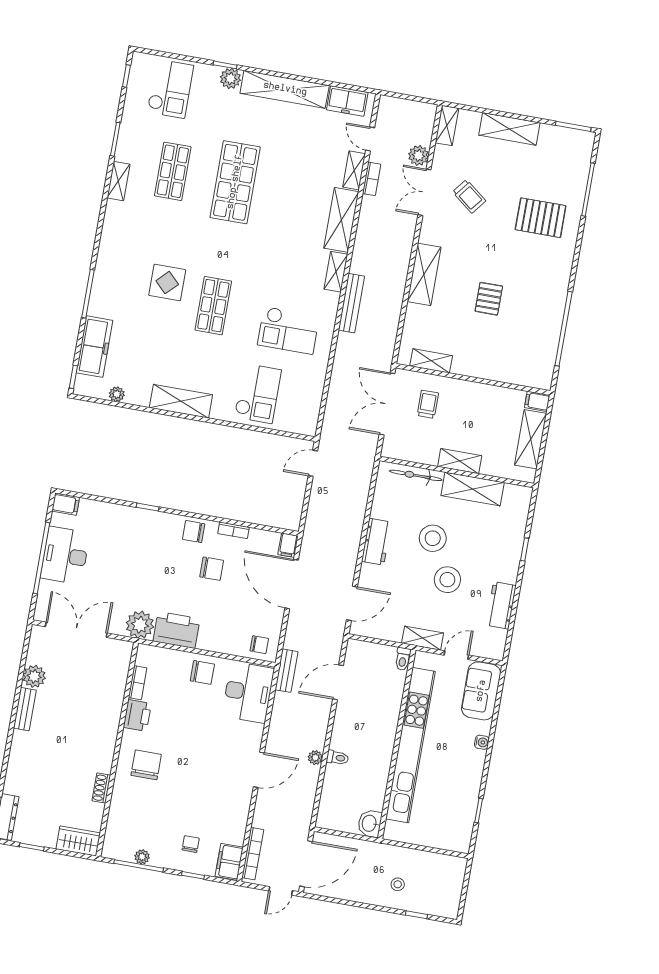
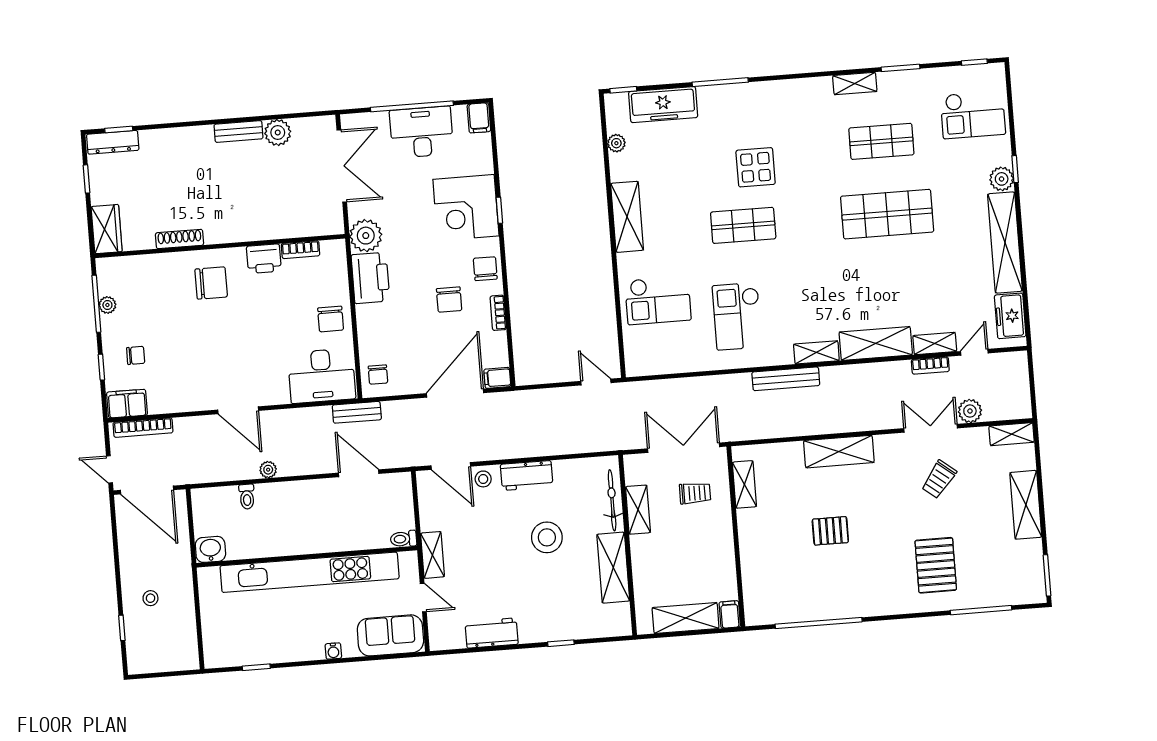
shelving: (460, 461) -> (638, 510), moved
corner desk: (138, 535) -> (466, 208), added
stool: (447, 580) -> (483, 479), moved, width x0.53, depth x0.53
toilet: (337, 758) -> (247, 497), moved
shoe rack: (101, 788) -> (180, 239), width x1.43

